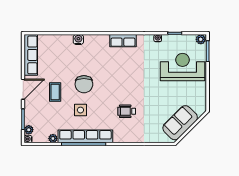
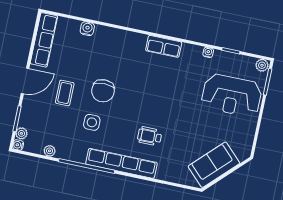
water cooler: (78, 39) -> (87, 29), moved
reception desk: (182, 67) -> (232, 95), turned 180
row of seats: (85, 136) -> (121, 163), moved

